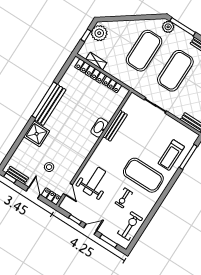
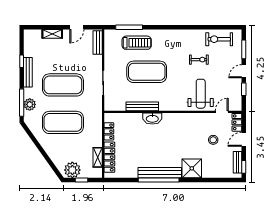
plant: (168, 27) -> (30, 104), moved
exercise mat: (143, 175) -> (147, 72), moved, turned 90
weight bench: (94, 181) -> (201, 94), turned 90
door: (90, 229) -> (244, 71), hinge flipped

